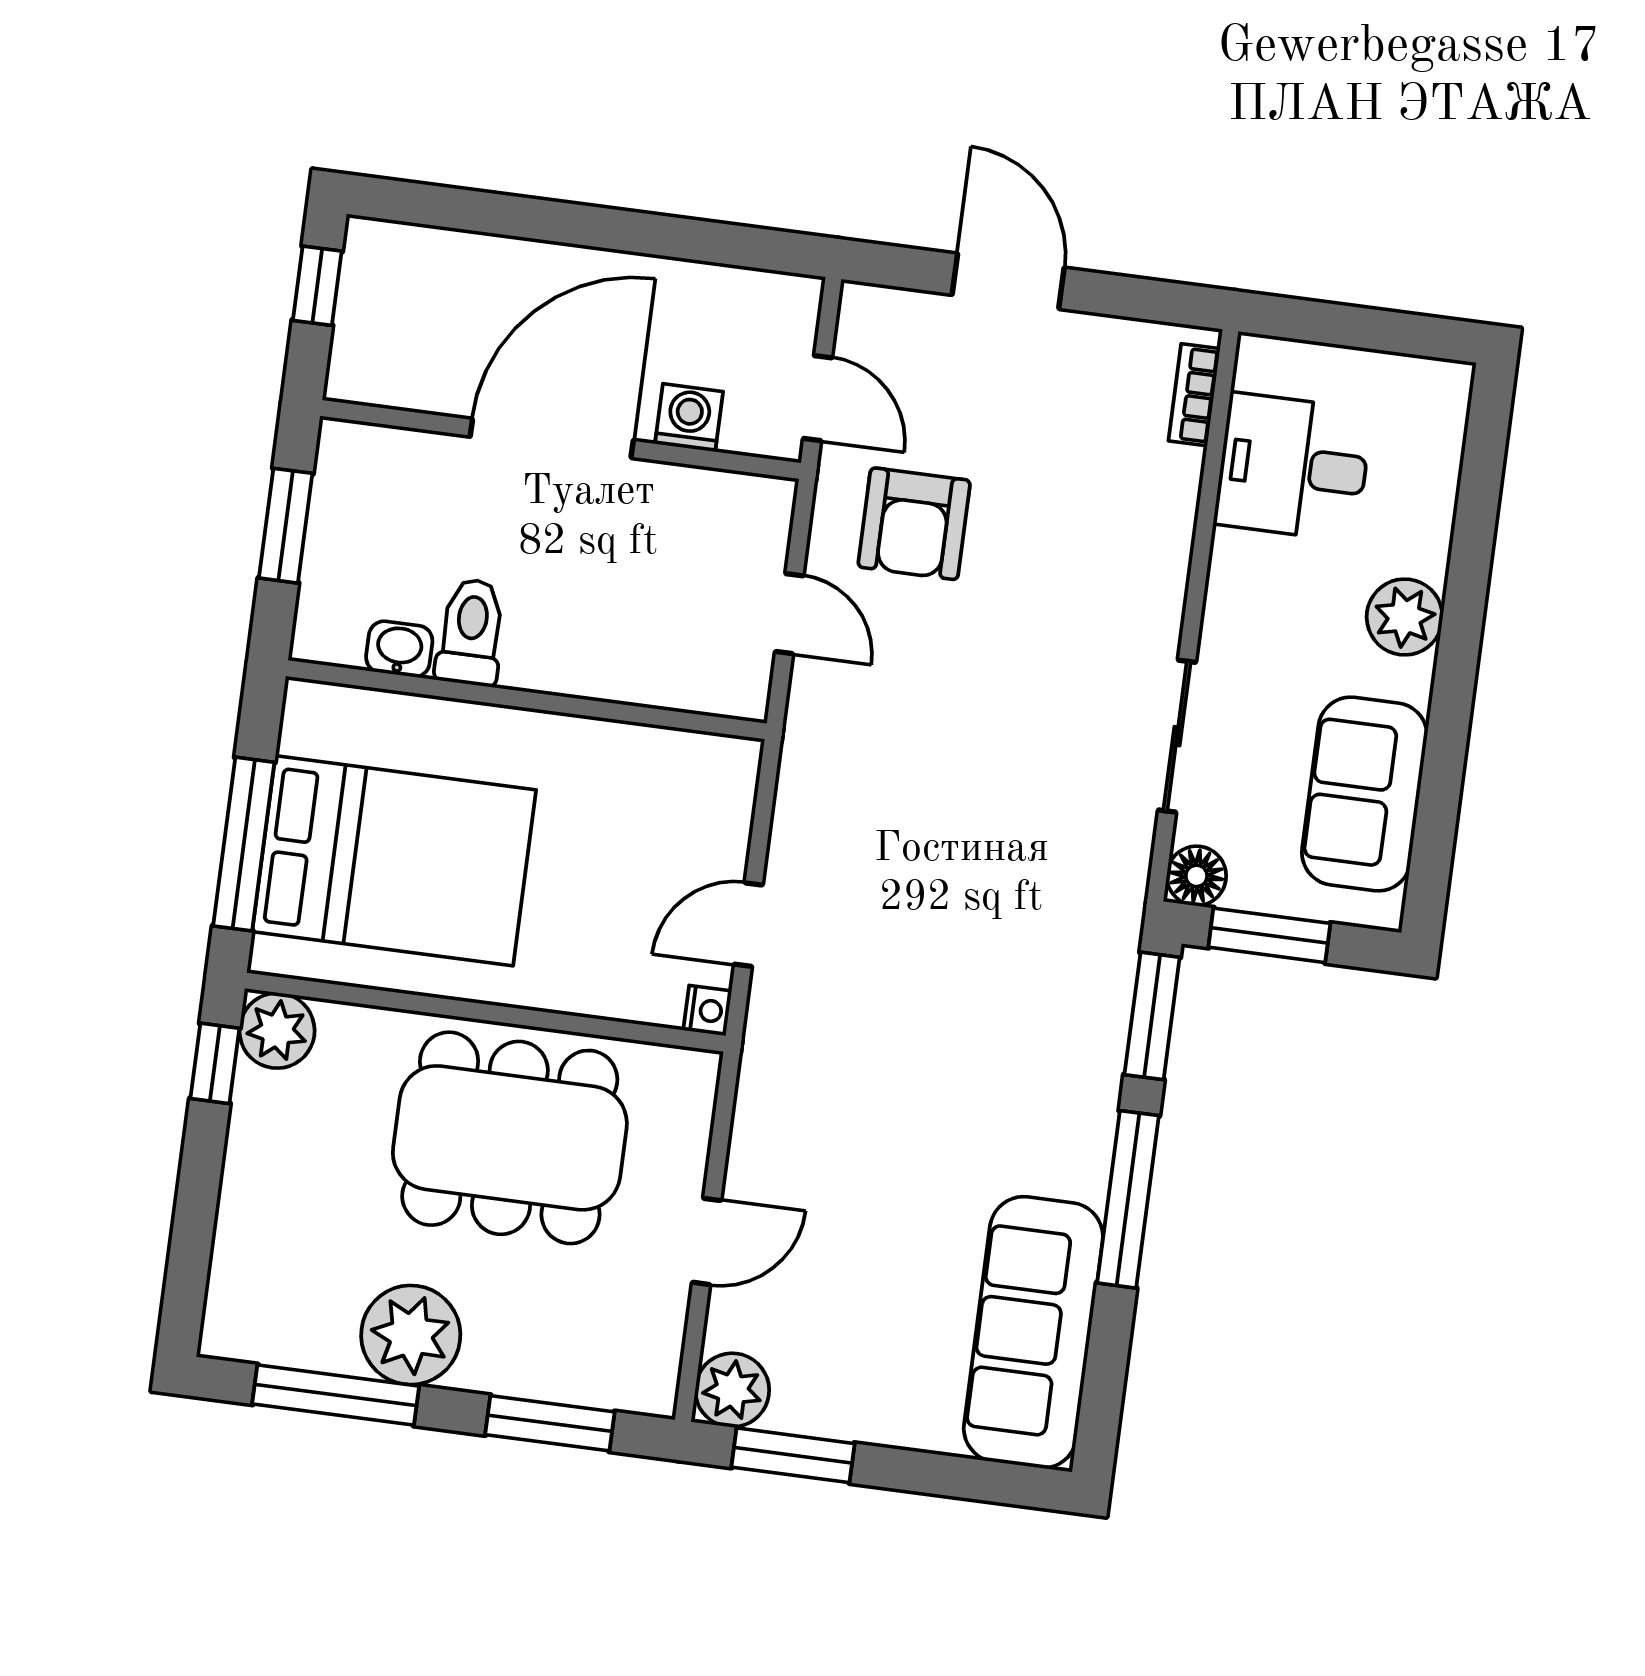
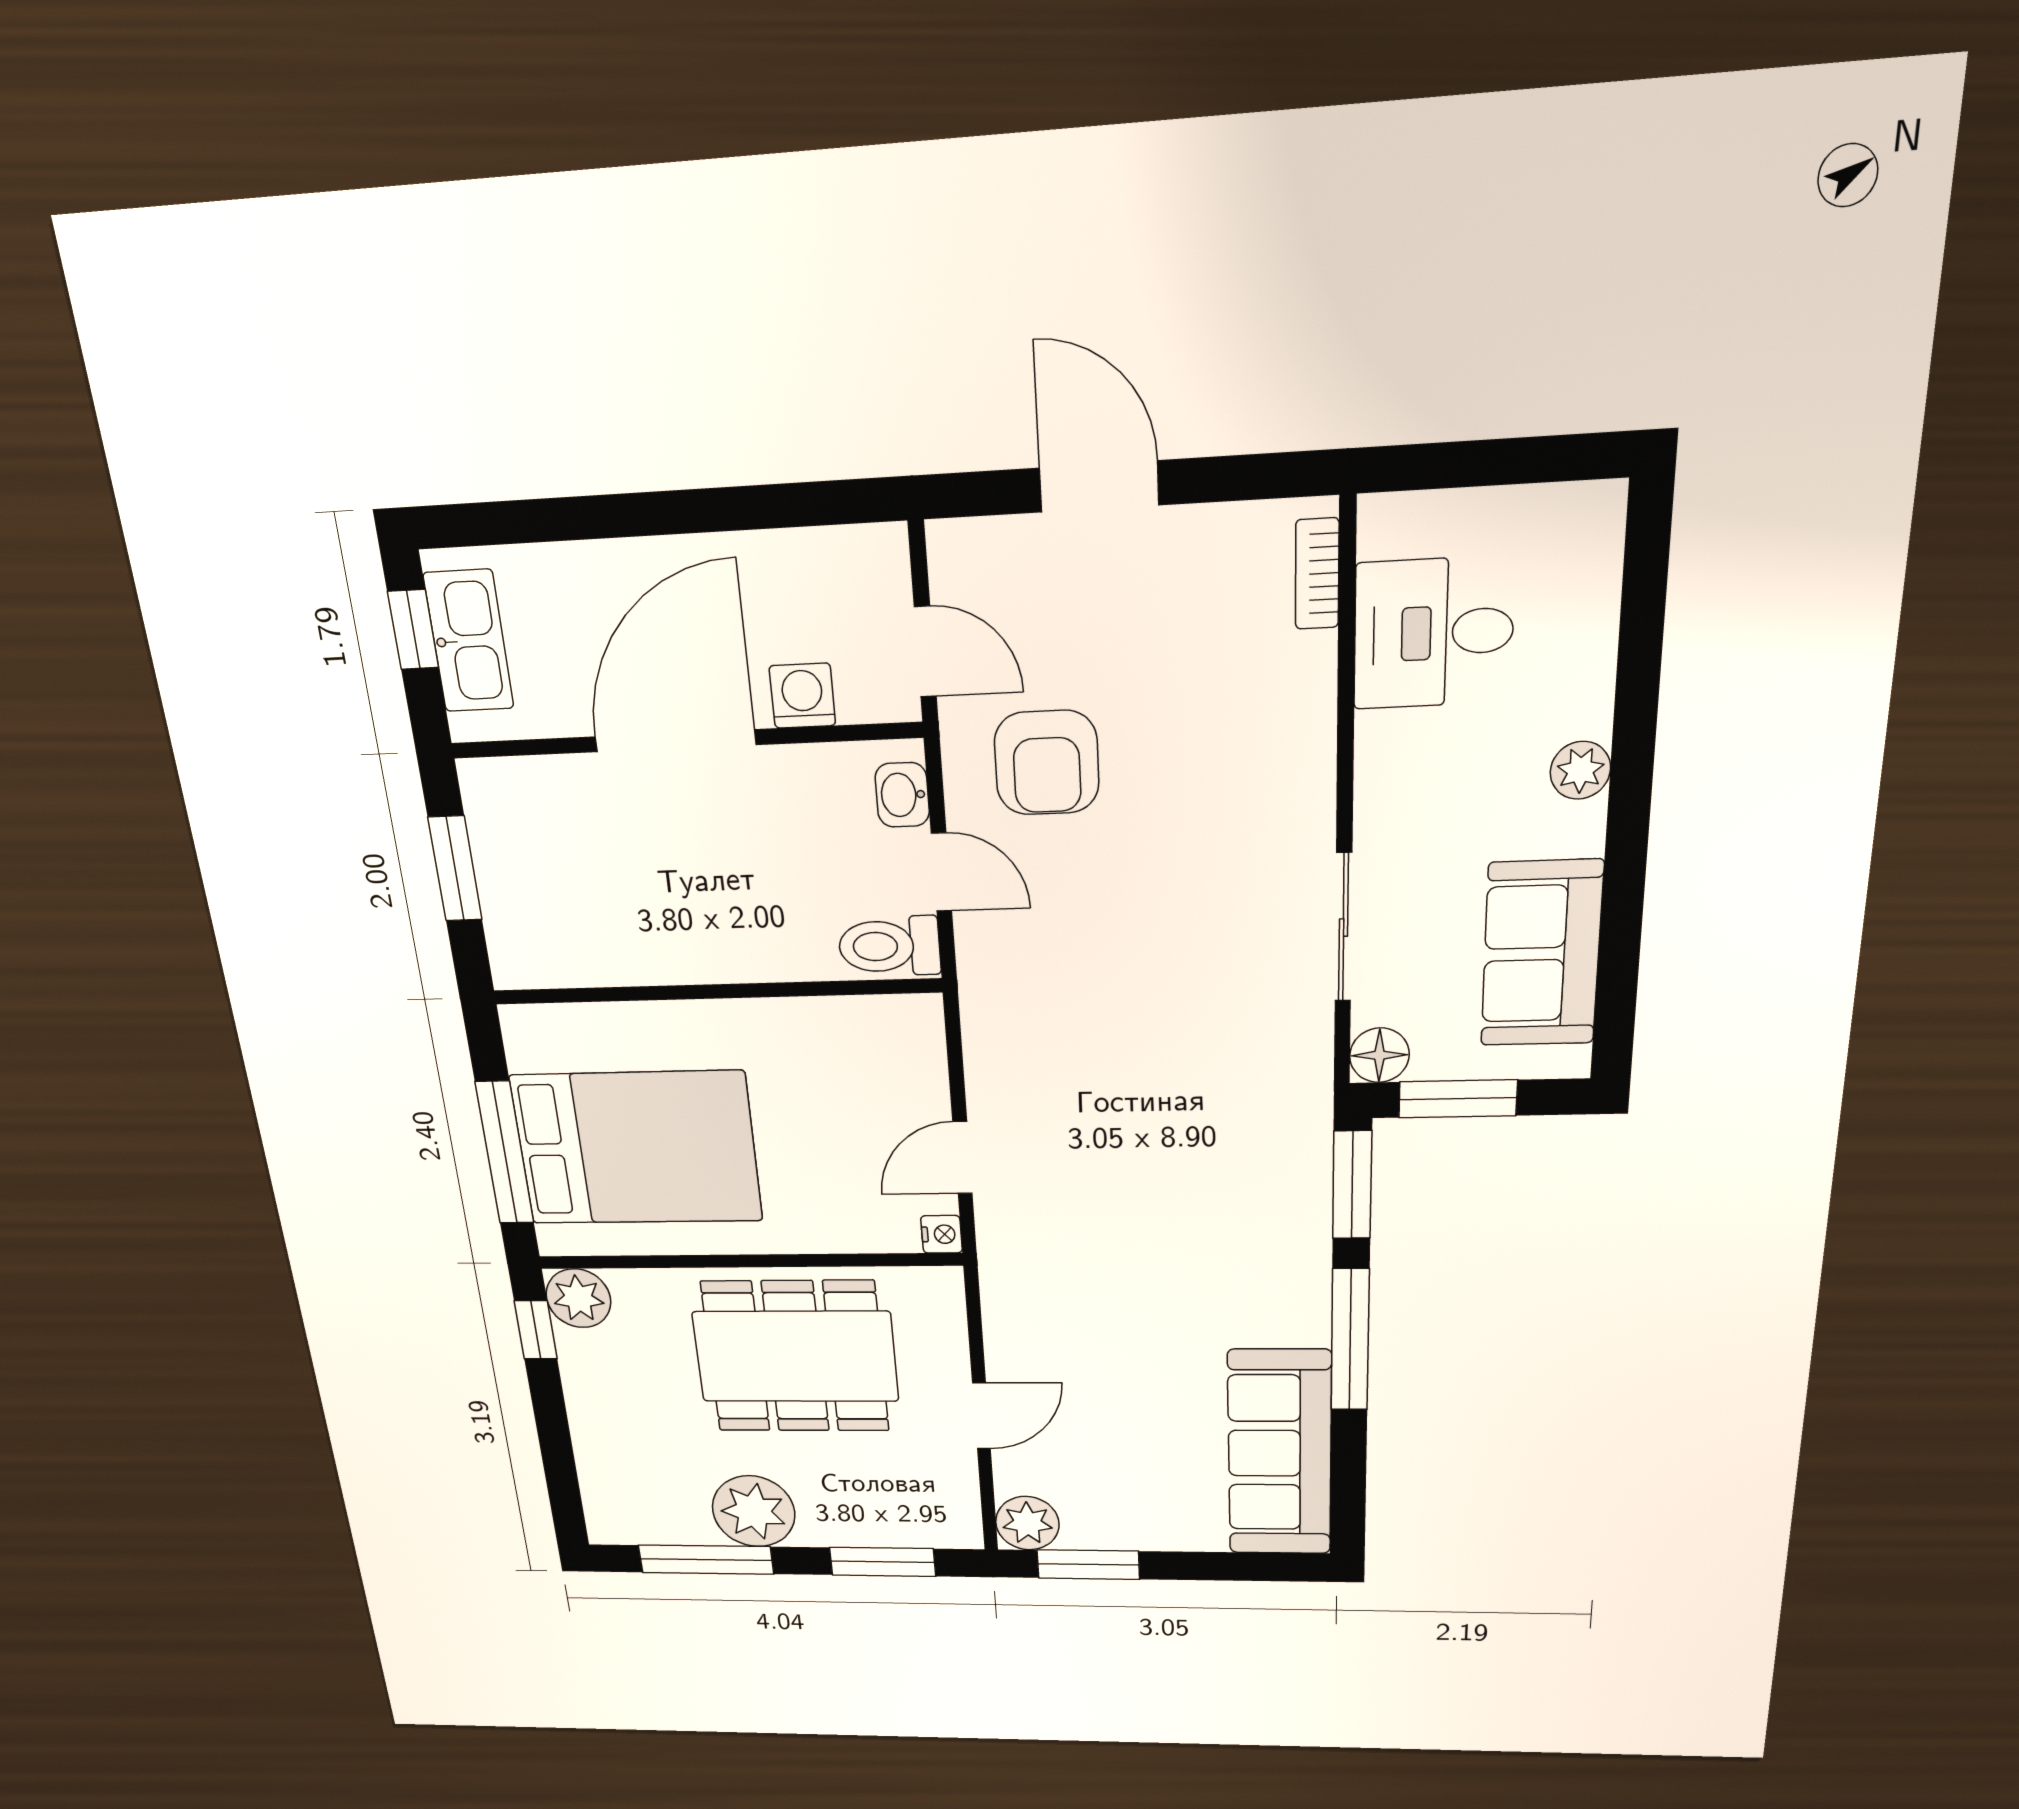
kitchen sink: (370, 307) -> (469, 641), added
plant: (1405, 617) -> (1580, 770), width x0.73, depth x0.73
toilet: (471, 632) -> (889, 946), moved, turned -90
washbasin: (399, 649) -> (902, 795), moved, turned -90

